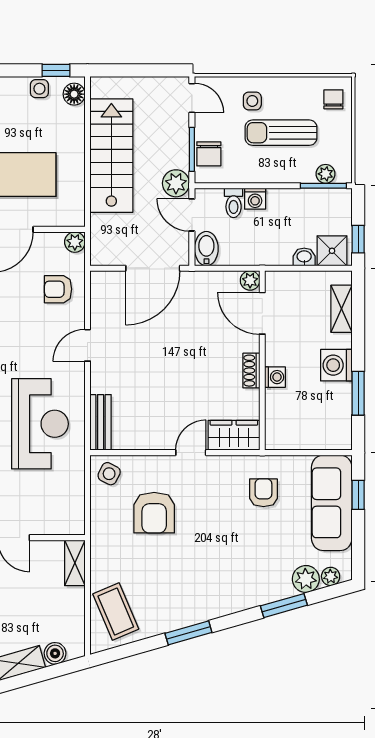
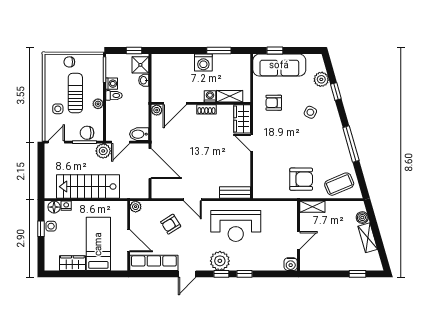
window: (56, 70) -> (41, 229), moved
chair: (333, 99) -> (69, 62), moved
nightstand: (76, 116) -> (66, 206), added
sun lounger: (281, 133) -> (75, 93), turned 180
chair: (209, 154) -> (87, 133), turned 180
plant: (325, 174) -> (98, 104), moved
washing machine: (255, 199) -> (112, 84), moved
toilet: (234, 203) -> (114, 95), moved
armchair: (58, 289) -> (171, 224), moved, turned 58
shelving: (341, 309) -> (230, 96), moved
reception desk: (40, 424) -> (236, 226), turned 180
side table: (109, 474) -> (310, 112), moved
armchair: (154, 513) -> (301, 179), moved
plant: (331, 576) -> (320, 66), removed
window: (284, 606) -> (336, 91), width x0.67
window: (188, 633) -> (351, 144), width x1.44

